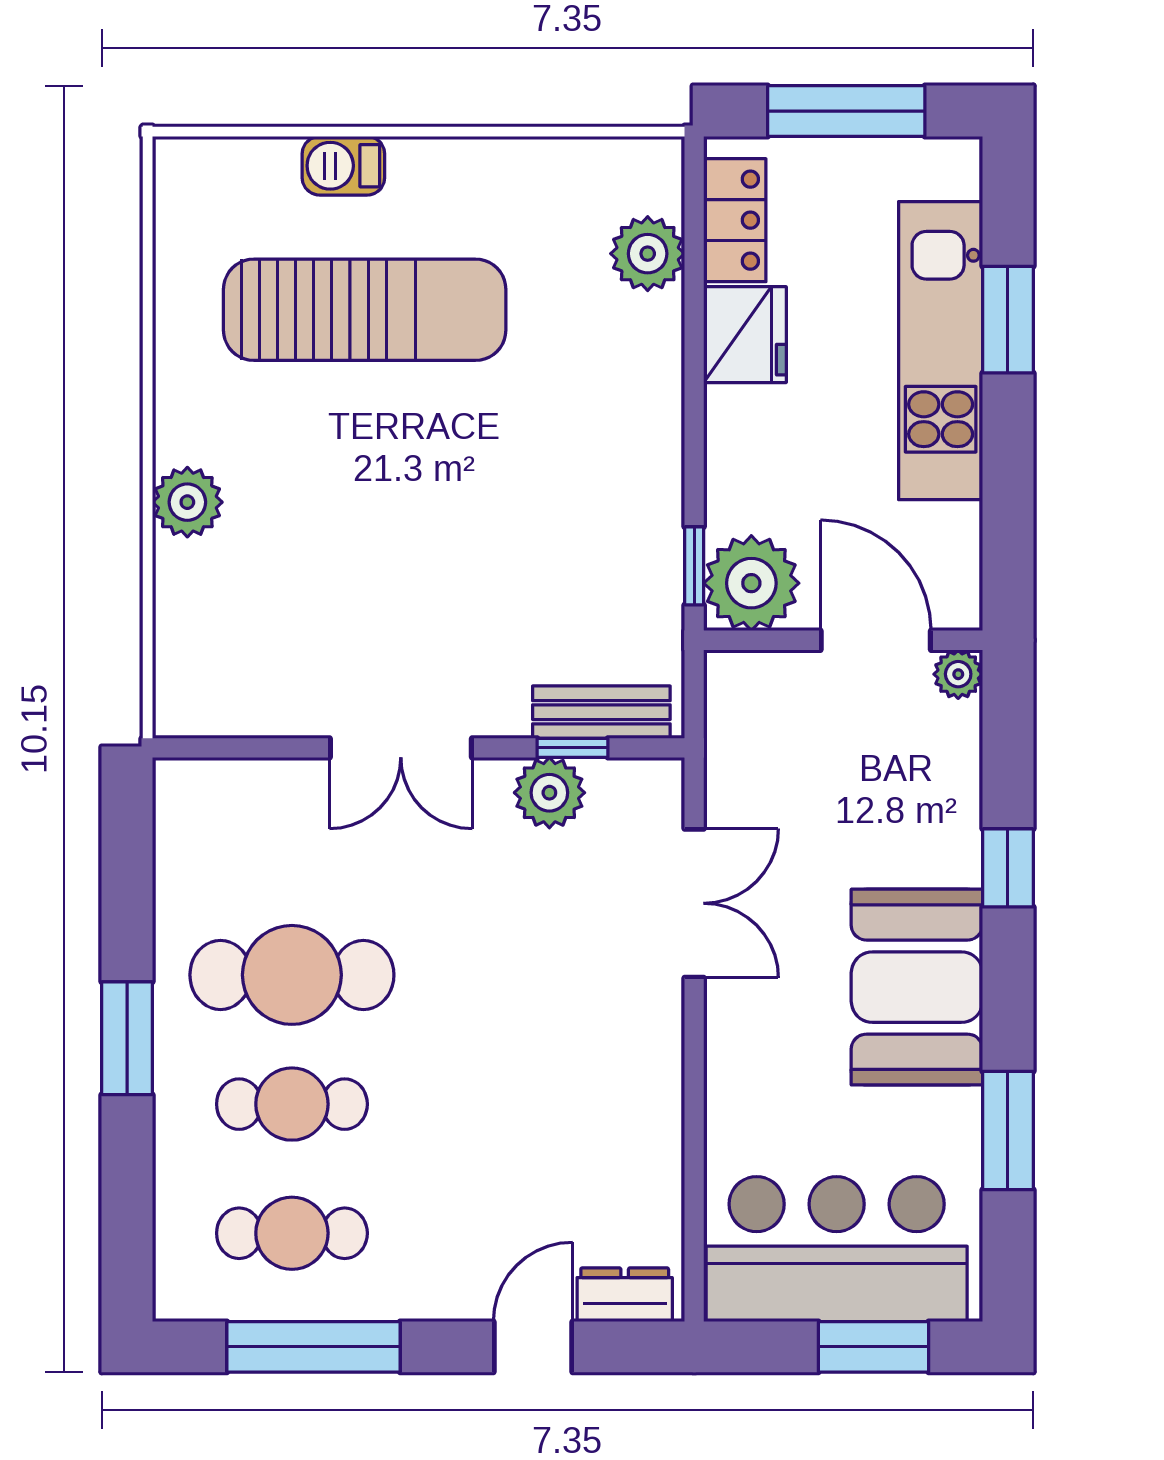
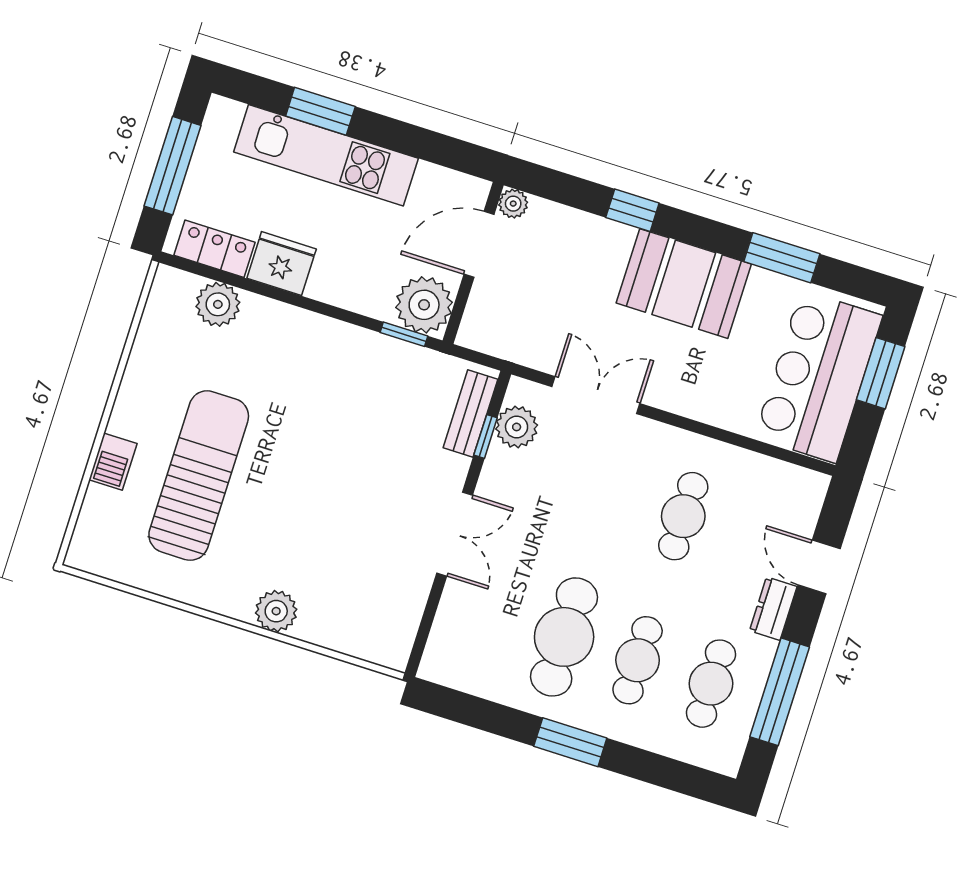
plant: (549, 793) -> (517, 427), moved
cafe table: (545, 1104) -> (683, 516), added
dresser: (625, 1295) -> (773, 609), moved

